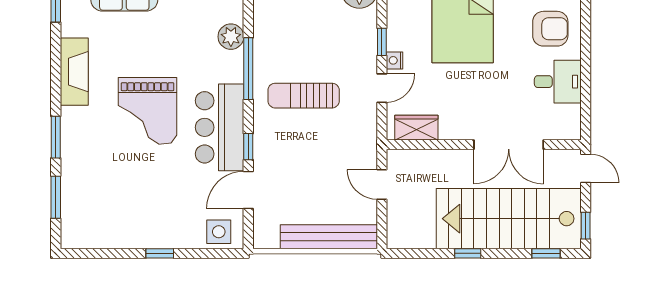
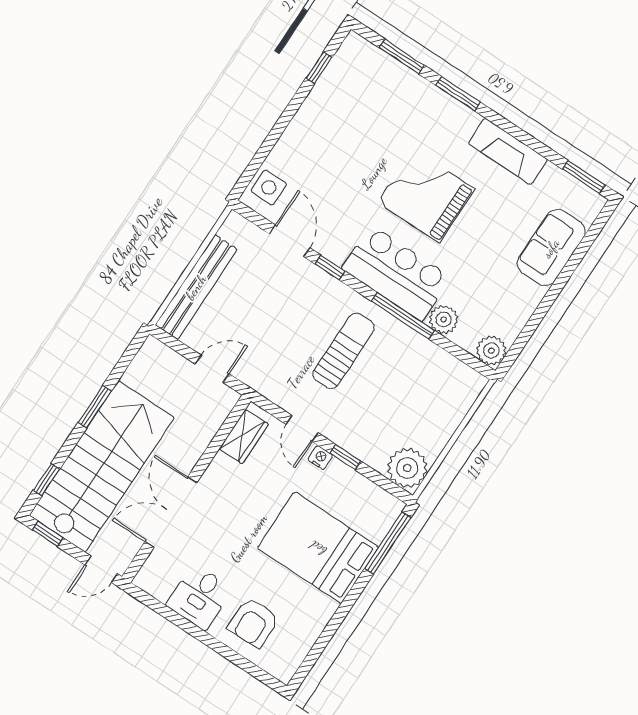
bar counter: (220, 127) -> (396, 273), moved
window: (160, 253) -> (319, 68), moved
window: (468, 253) -> (95, 407), width x1.50

